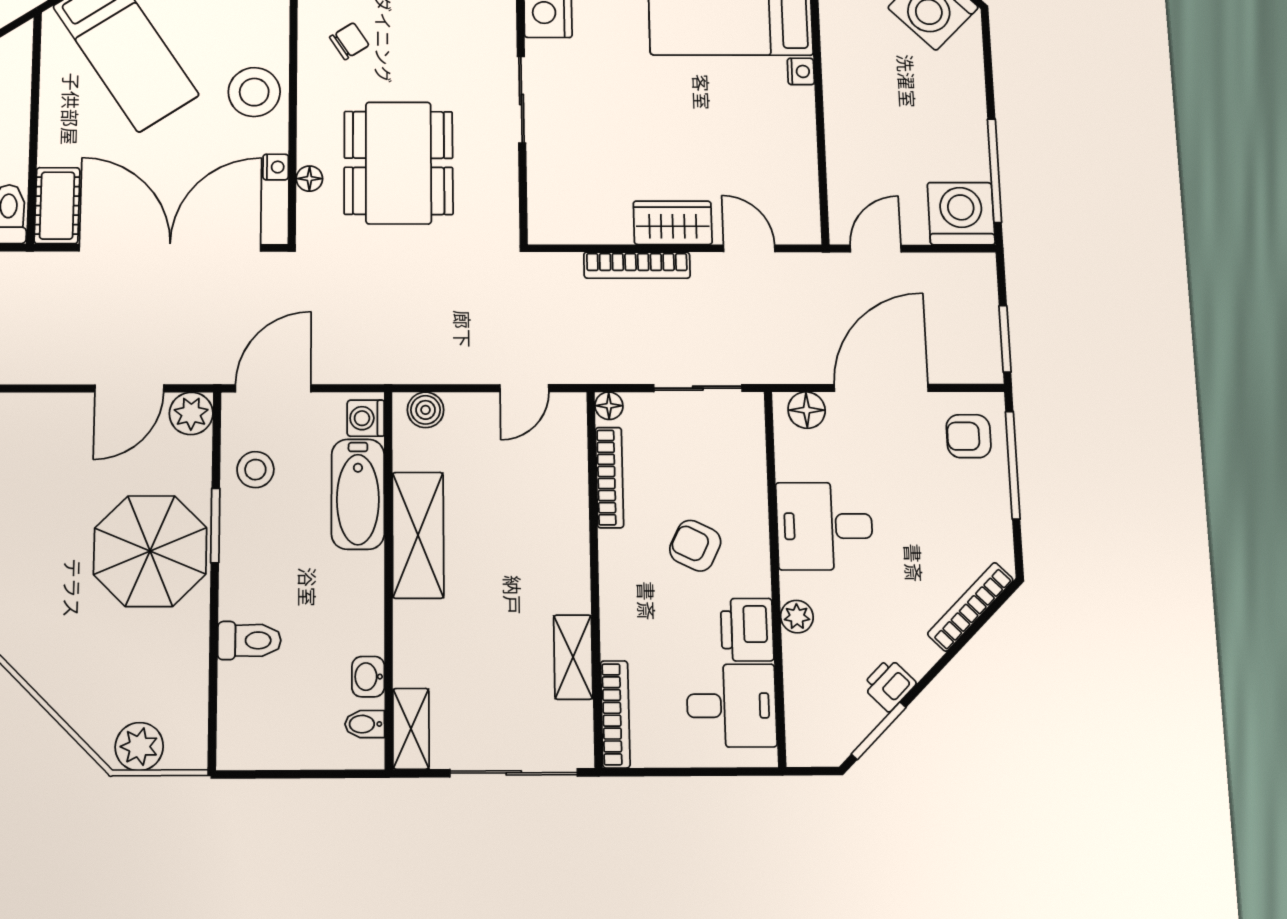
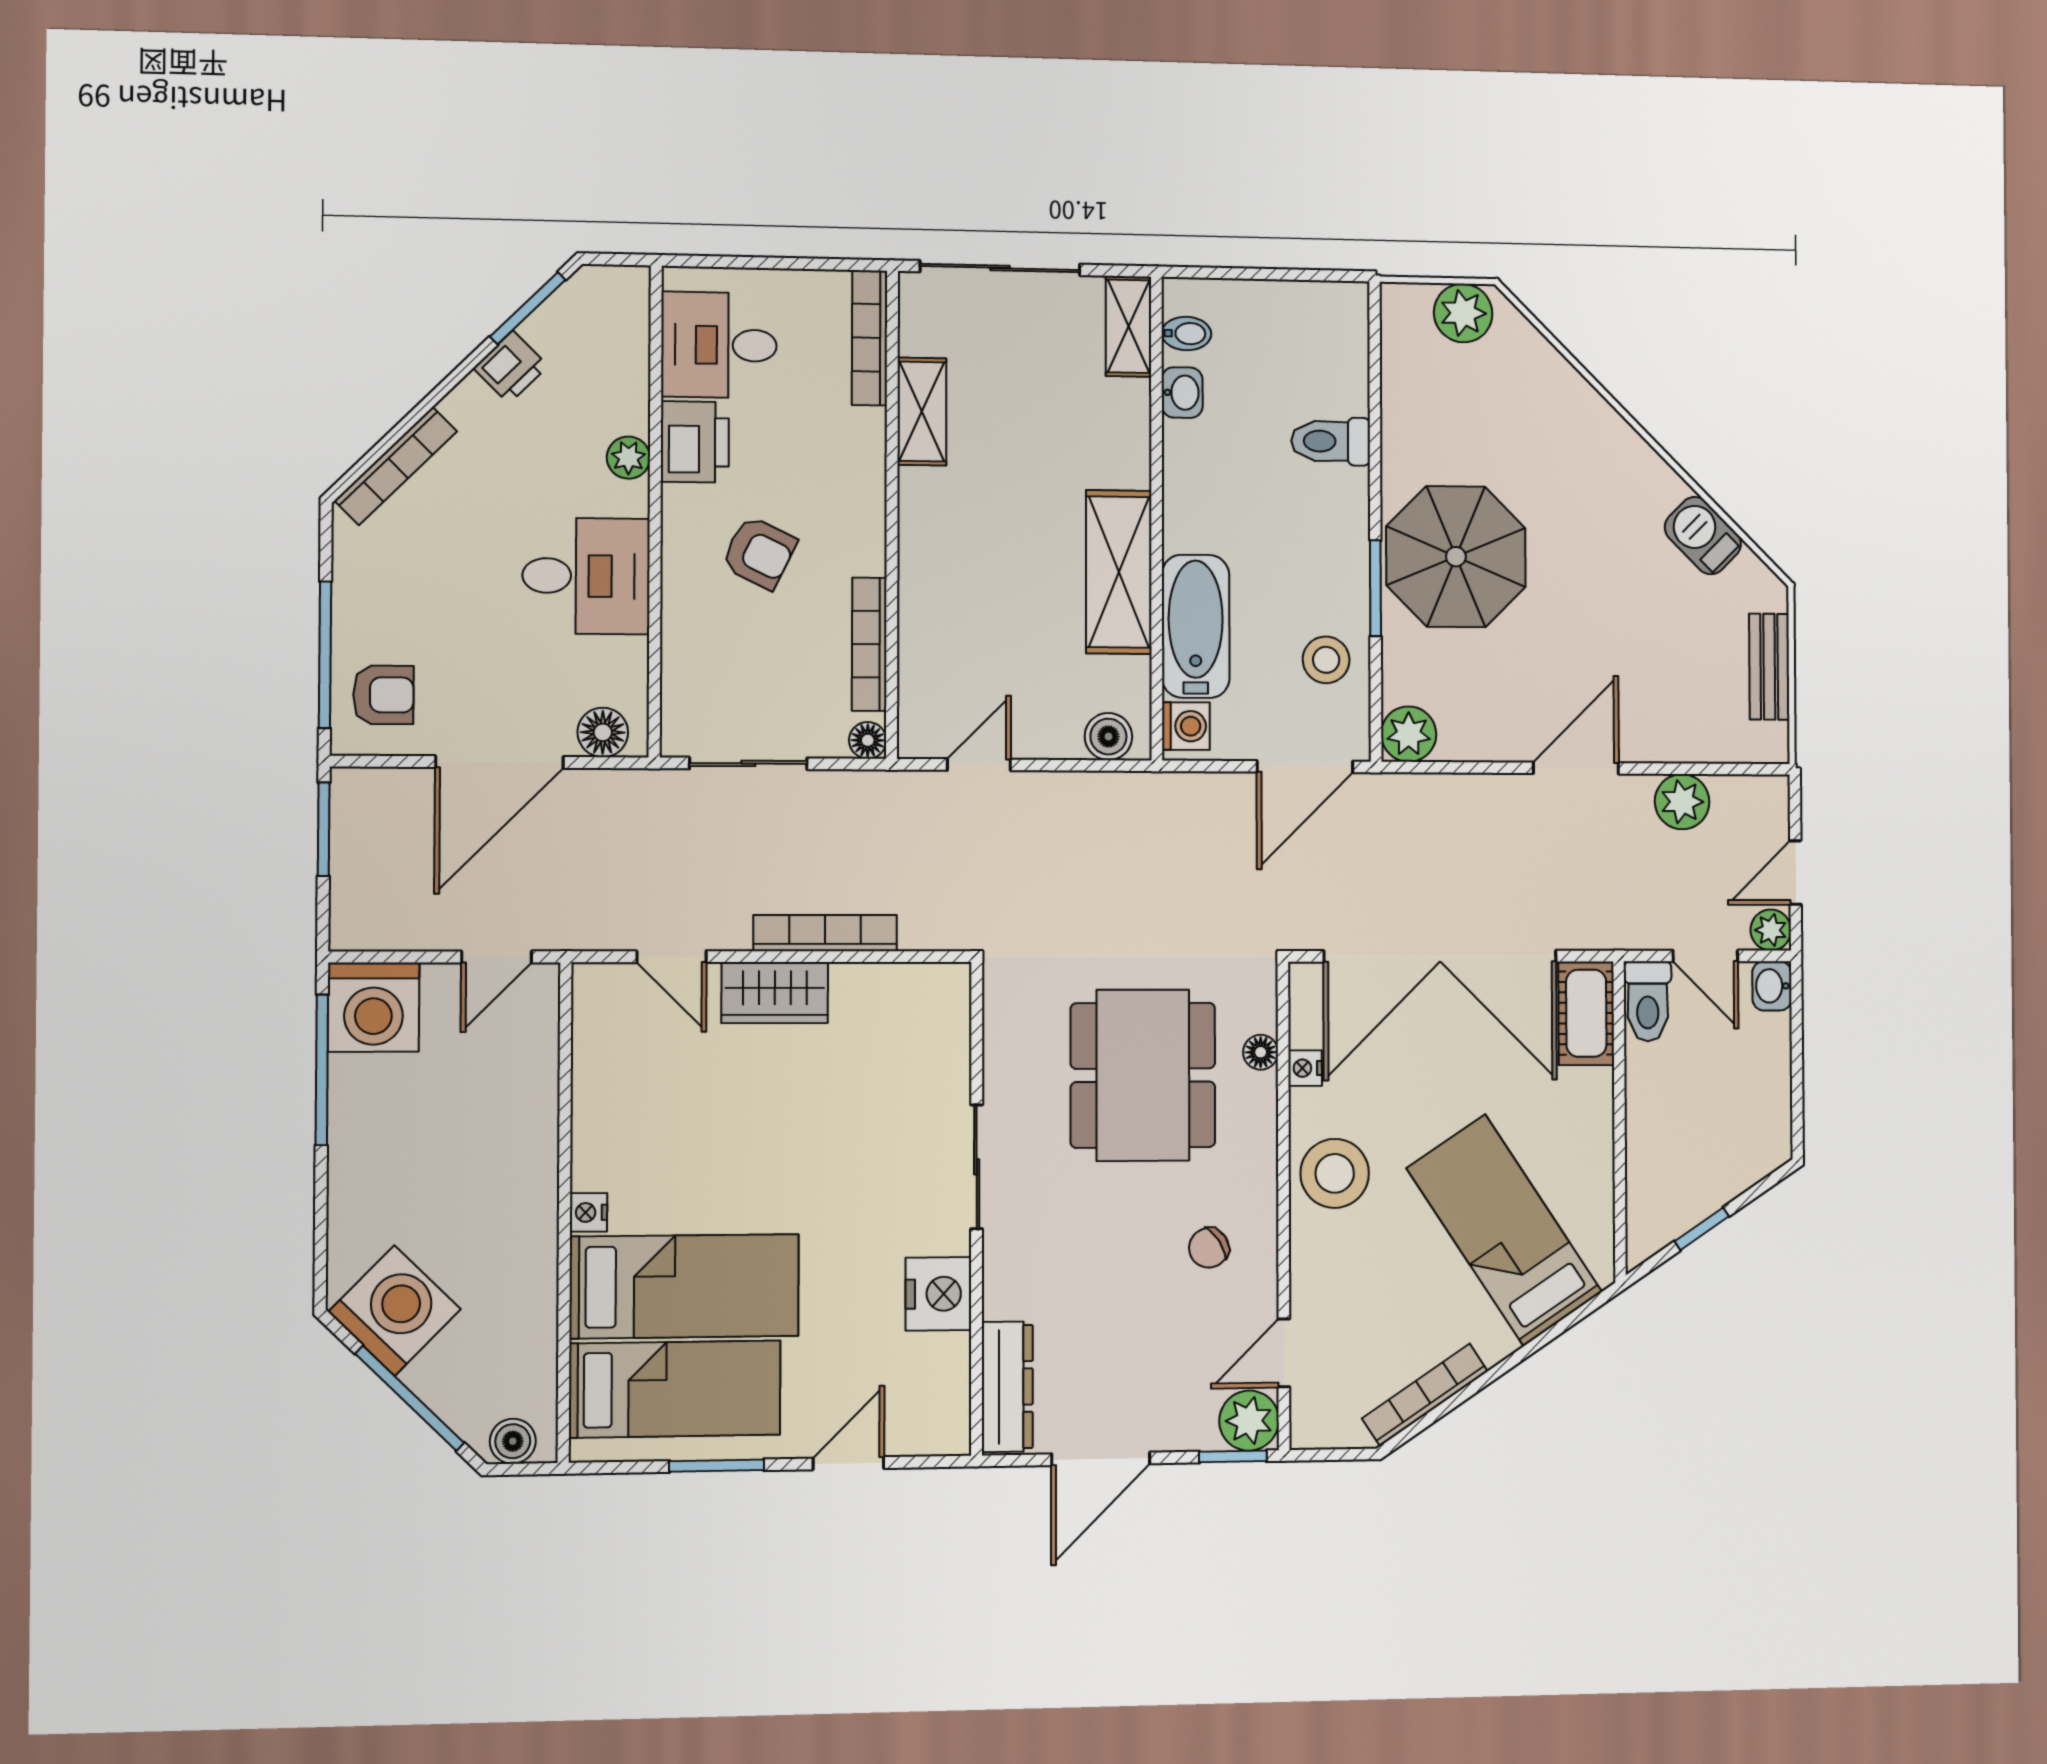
door: (129, 388) -> (1576, 768), moved

